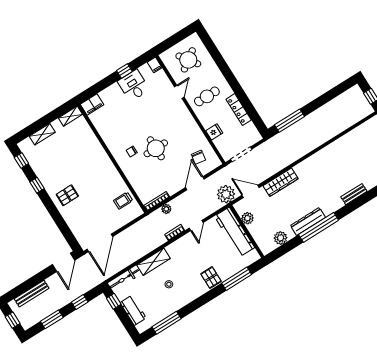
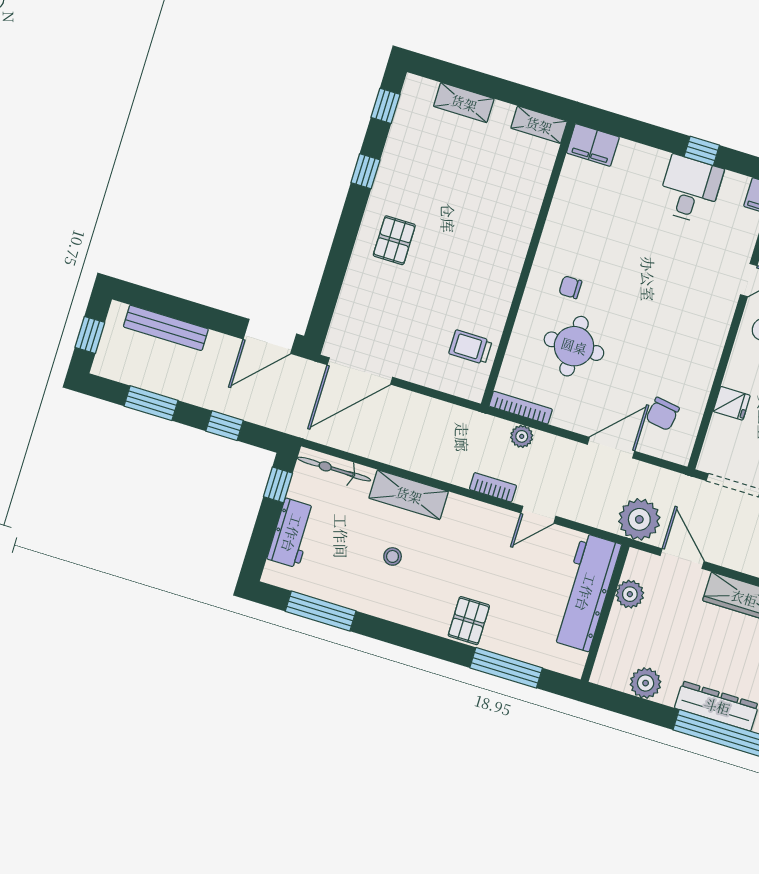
round table: (156, 148) -> (574, 346), moved
pallet: (67, 195) -> (394, 240), turned 90

